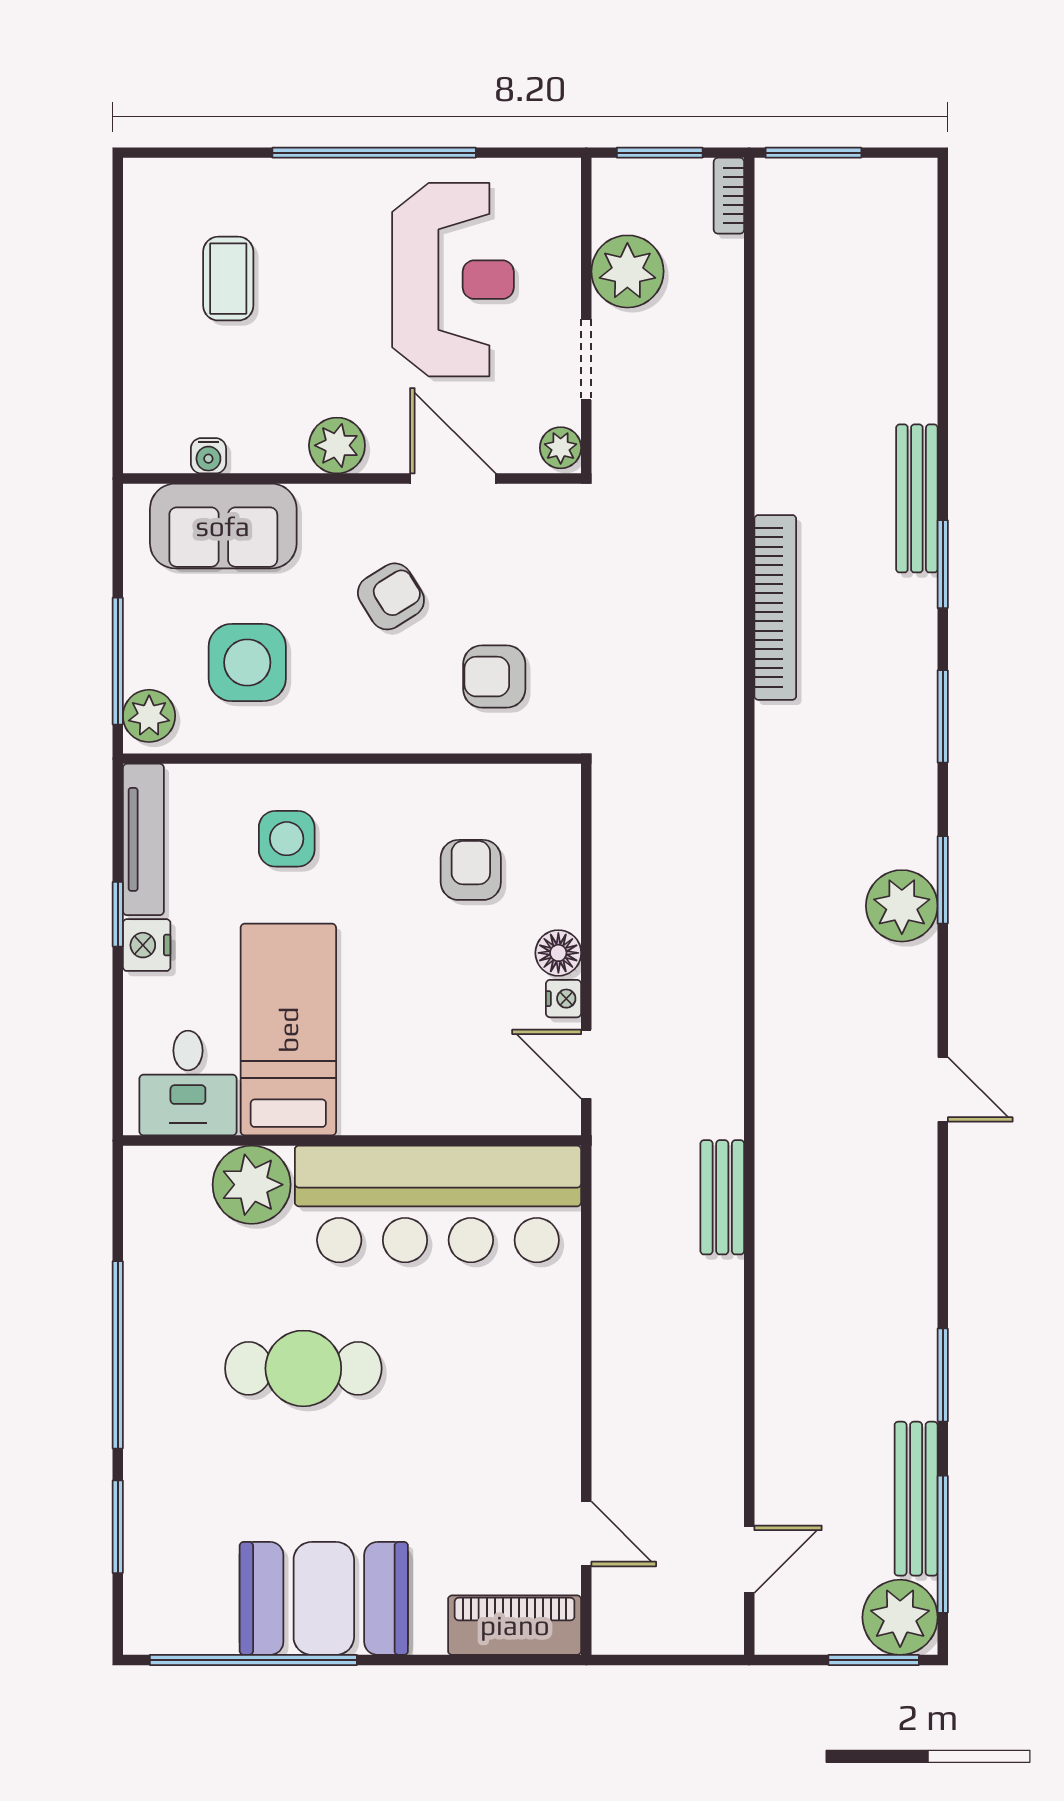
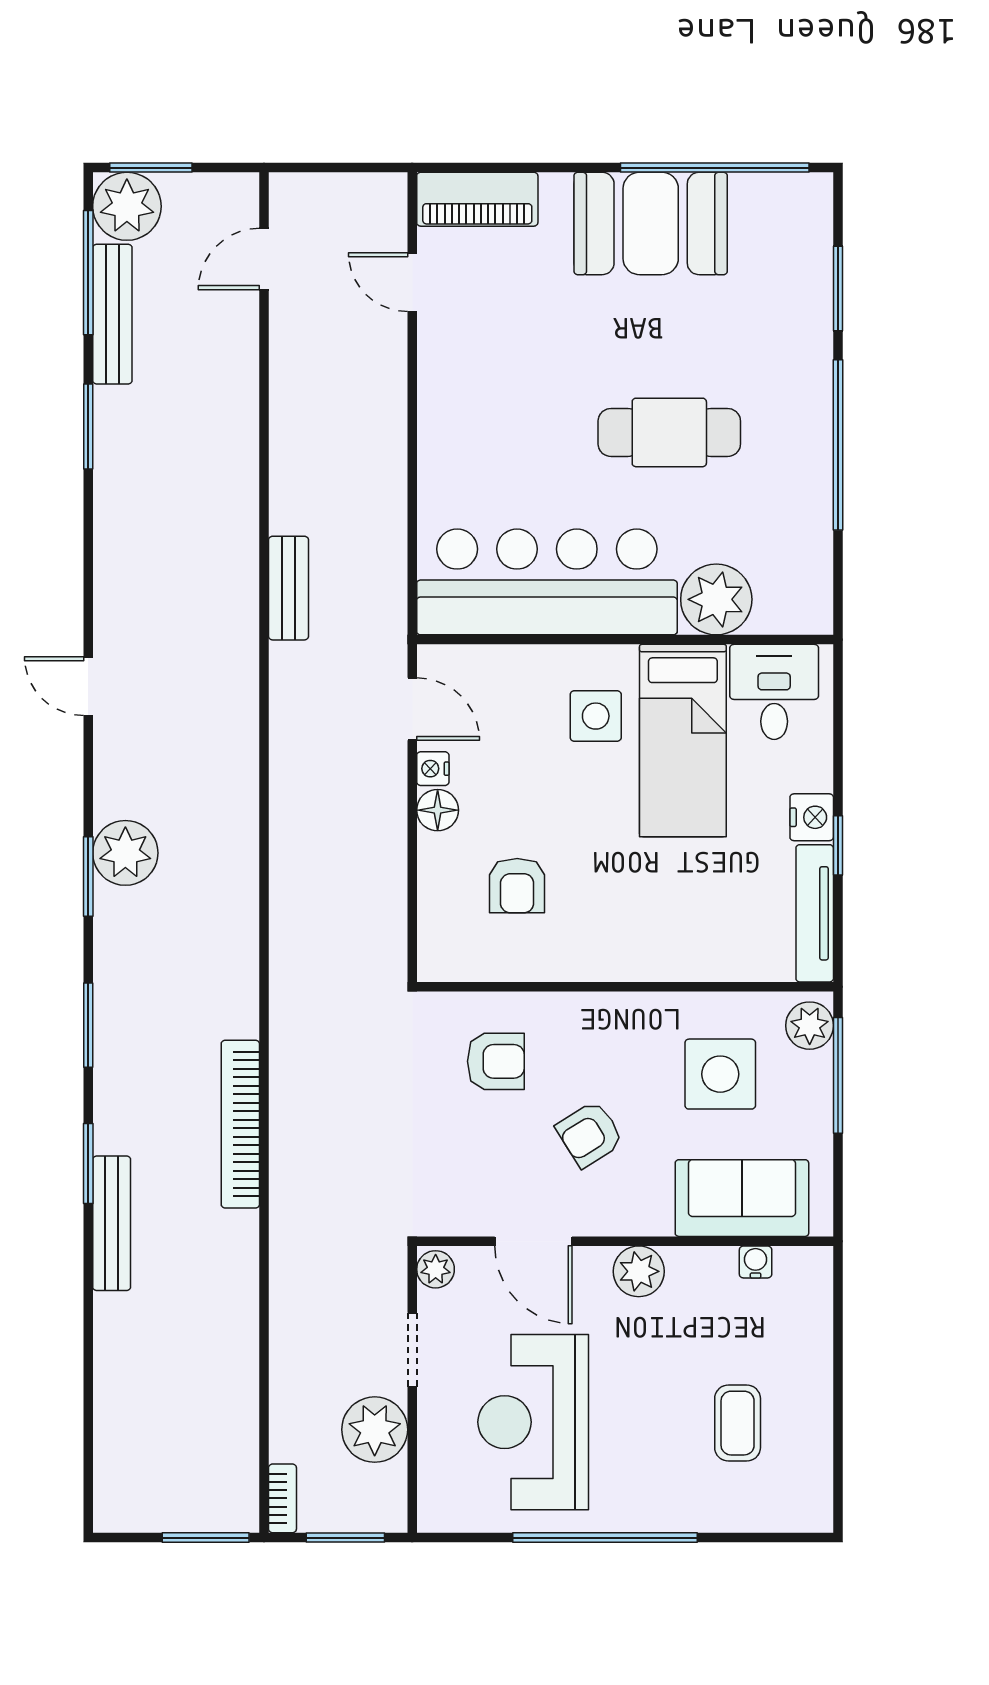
side table: (287, 839) -> (596, 716), moved

